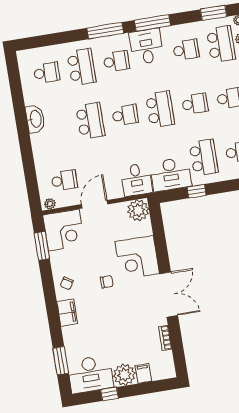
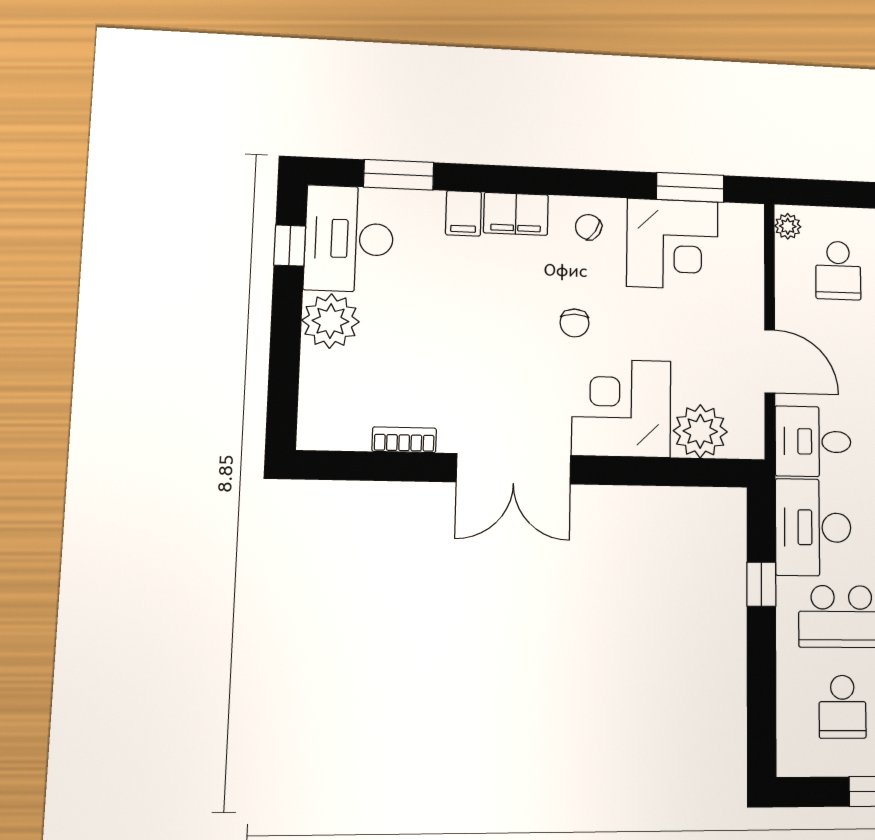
door: (94, 204) -> (770, 361), moved
plant: (138, 210) -> (700, 431), moved
corner desk: (64, 230) -> (672, 244), moved, turned -90
filing cabinet: (143, 373) -> (464, 213), moved, turned 90
window: (109, 394) -> (290, 245), moved

